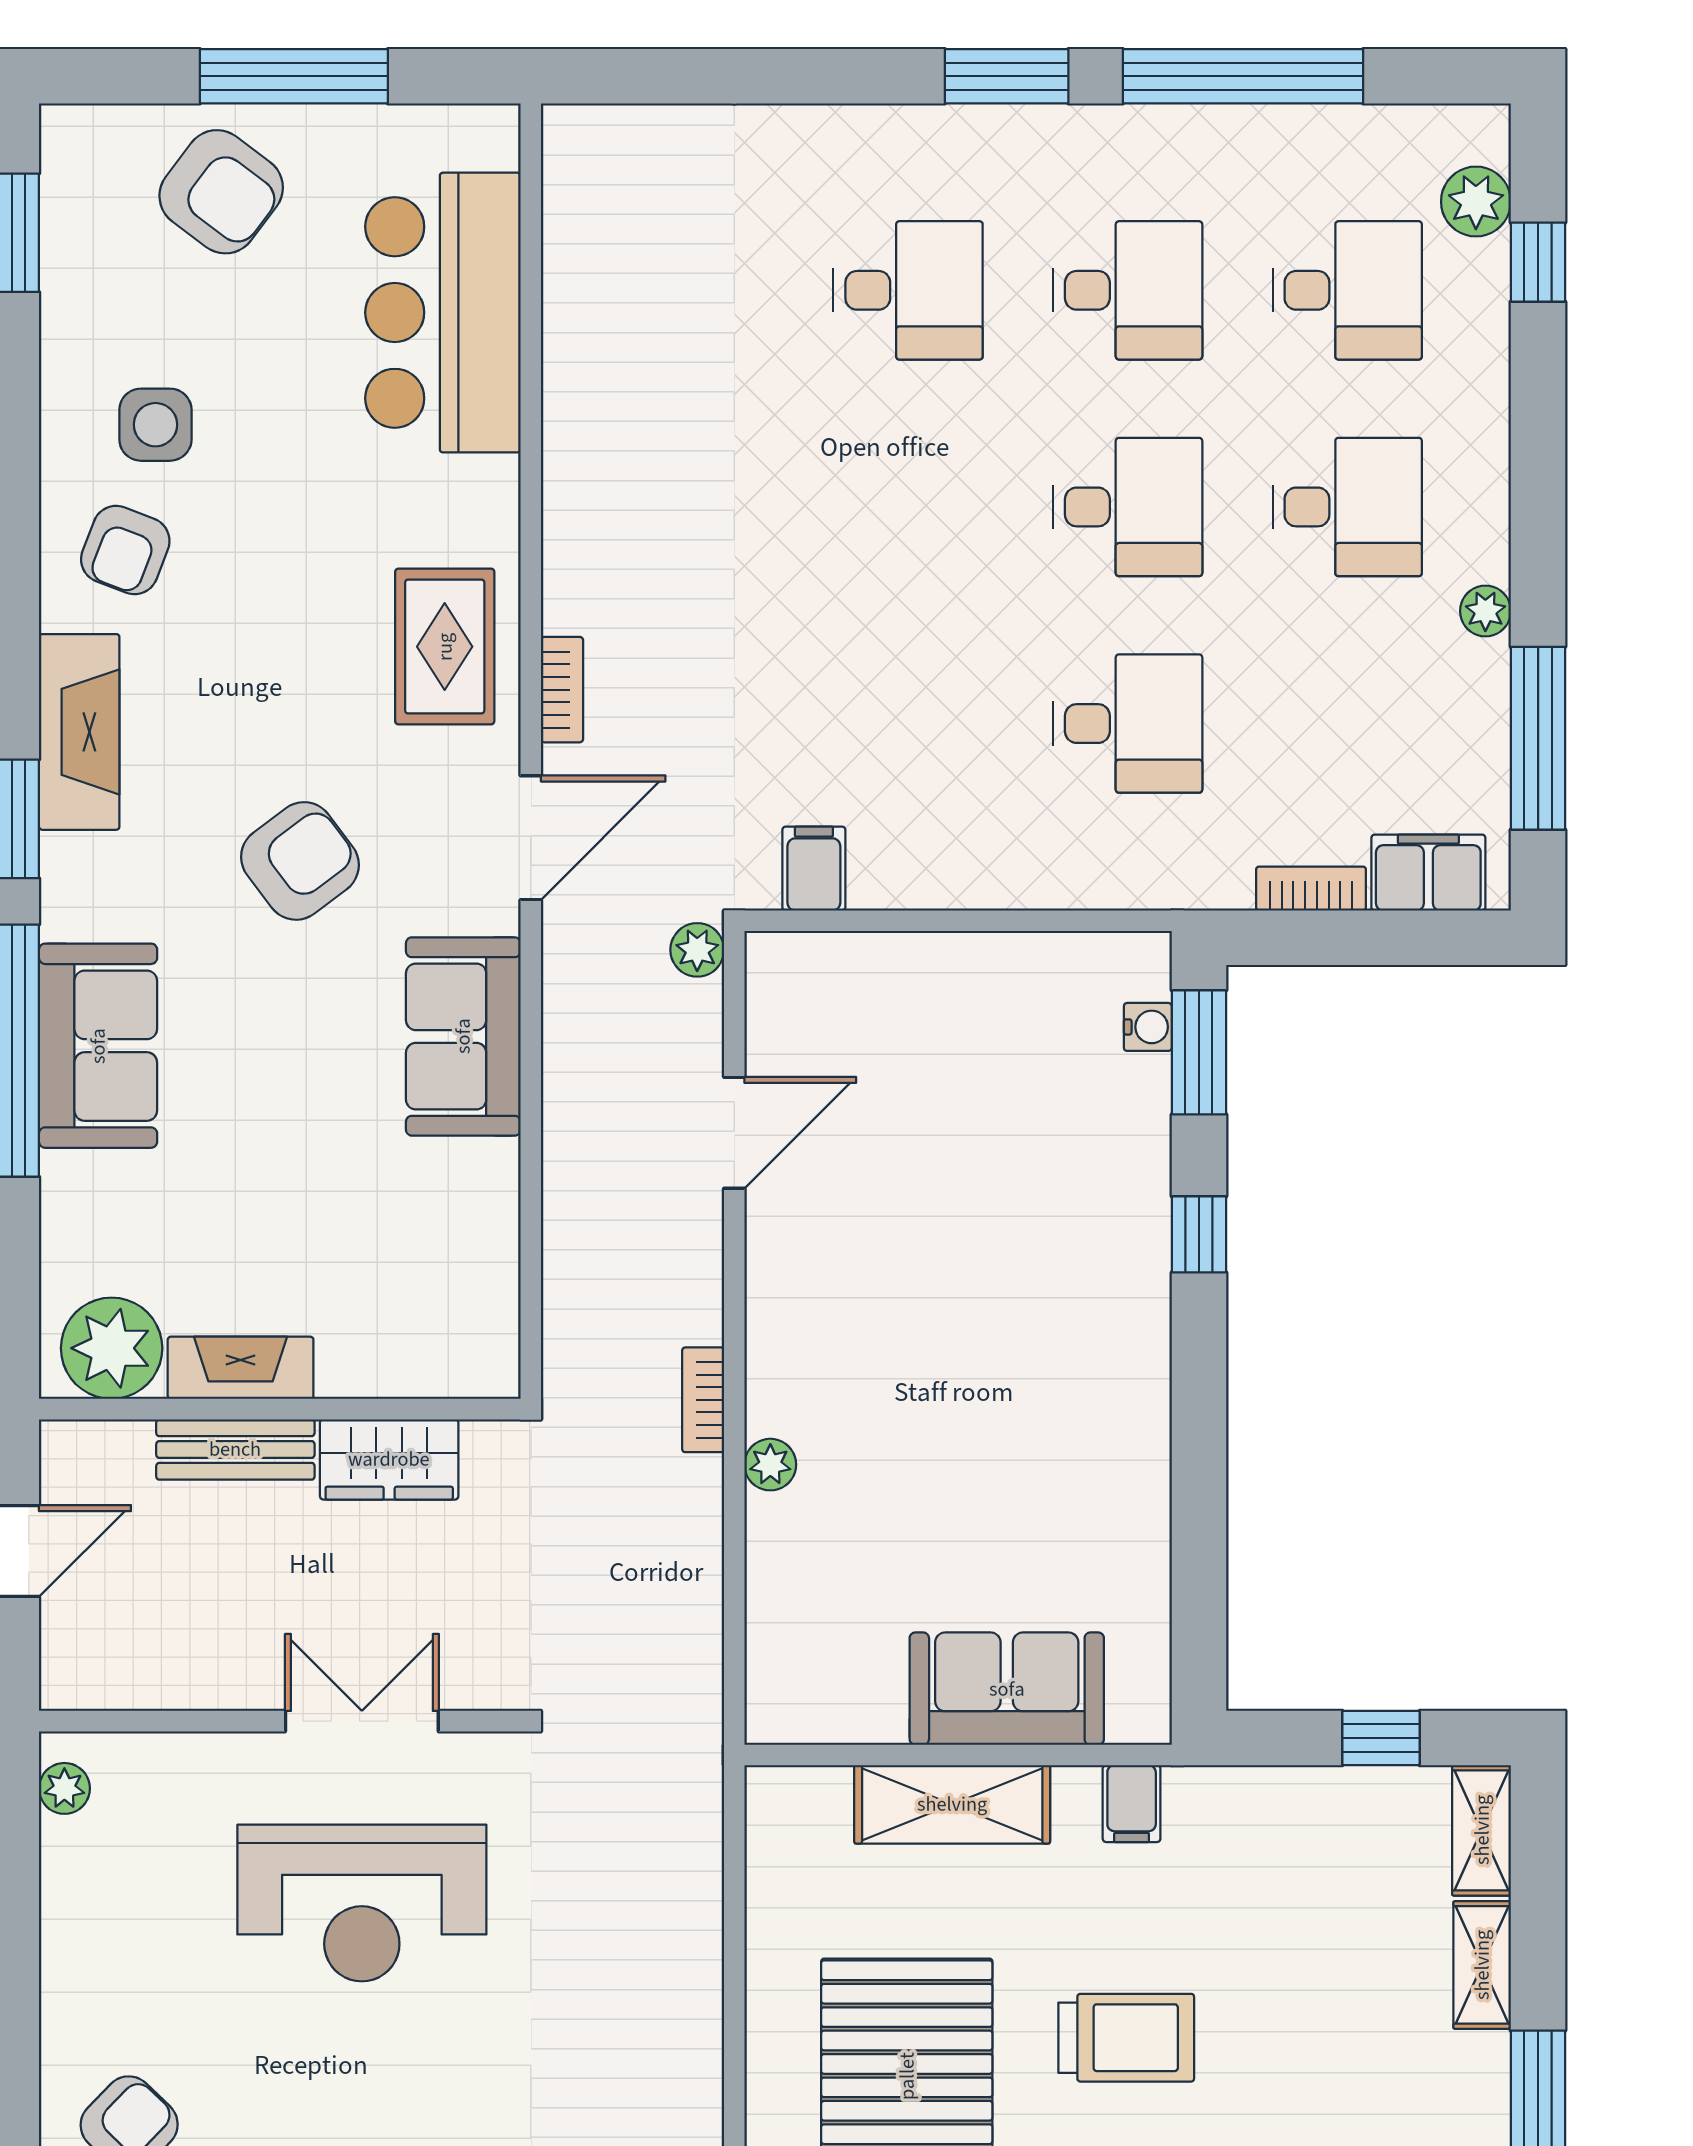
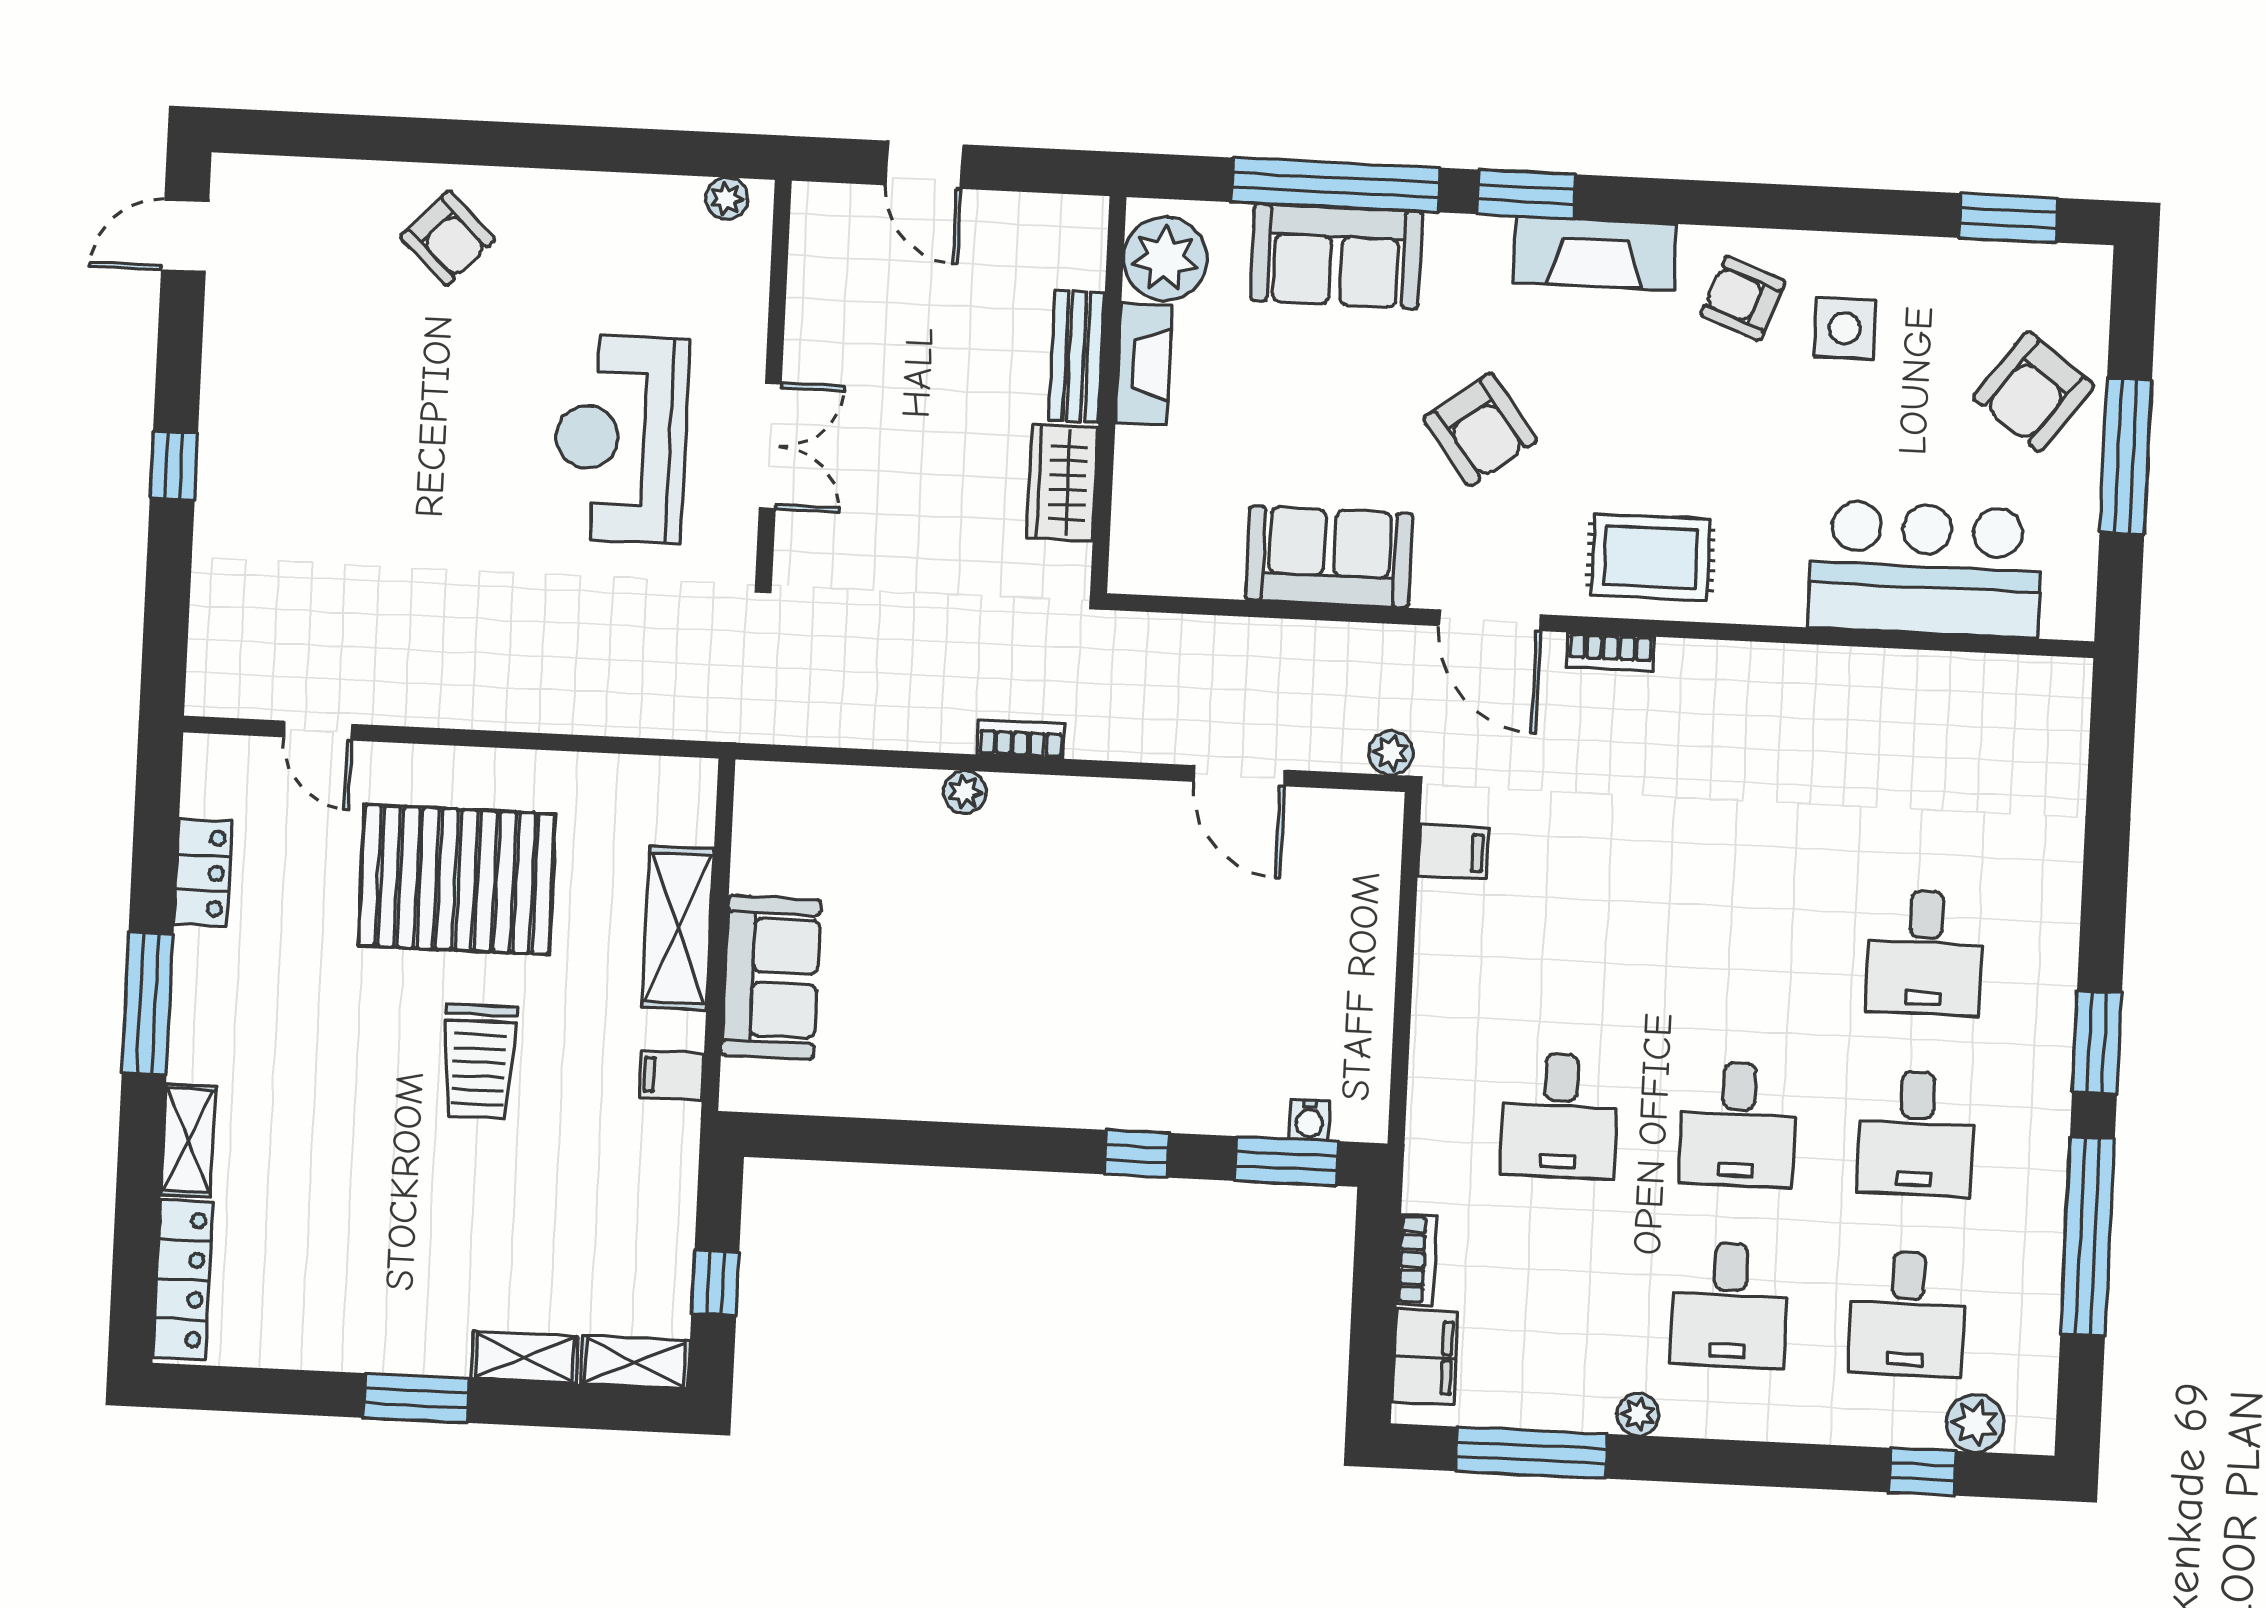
plant: (112, 1348) -> (1165, 259), moved
fireplace: (241, 1368) -> (1144, 364), moved
wall: (280, 1409) -> (1108, 395), moved
bench: (235, 1449) -> (1077, 357), moved
wardrobe: (389, 1459) -> (1062, 483), moved

